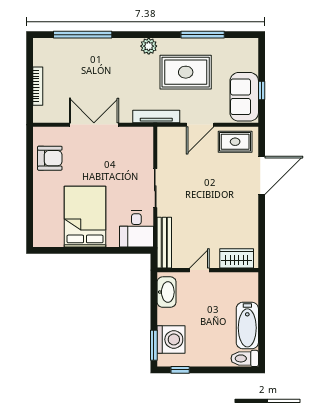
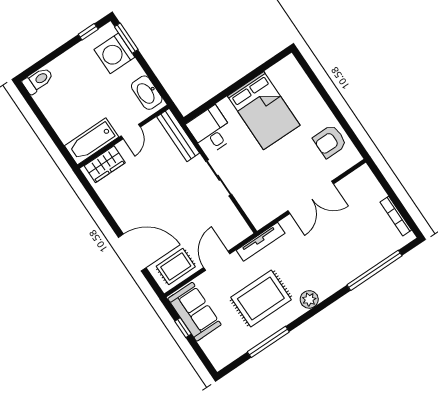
bookcase: (38, 86) -> (396, 216), moved
door: (262, 175) -> (132, 252), swing flipped
bathtub: (247, 326) -> (92, 141), moved, turned -90

